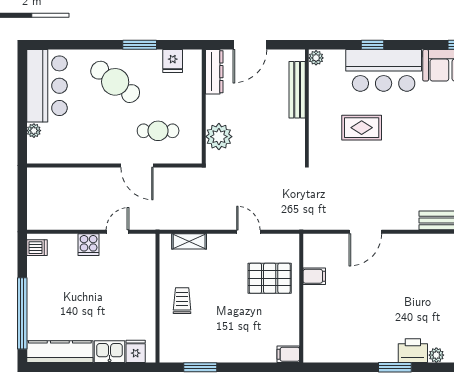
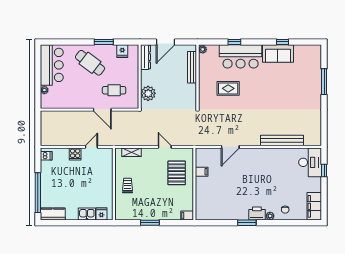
pallet: (270, 278) -> (177, 173), turned 90
kitchen counter: (60, 352) -> (53, 214), width x0.67
window: (200, 367) -> (150, 223), moved

